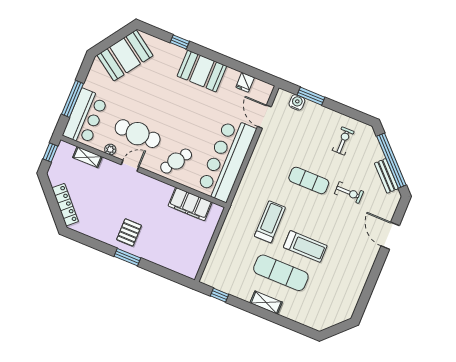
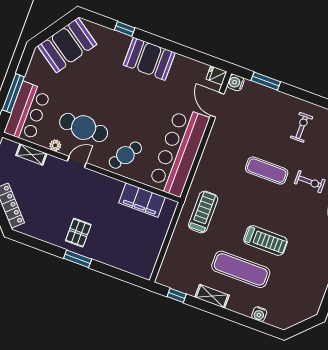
fridge: (245, 82) -> (216, 75), moved, turned 90
water cooler: (297, 102) -> (236, 83), moved, turned -90
treadmill: (270, 222) -> (203, 212), moved
shelving: (266, 302) -> (212, 296), moved
water cooler: (297, 316) -> (259, 314), added

